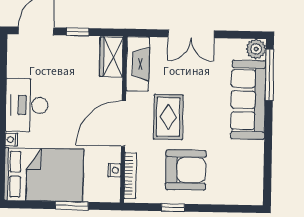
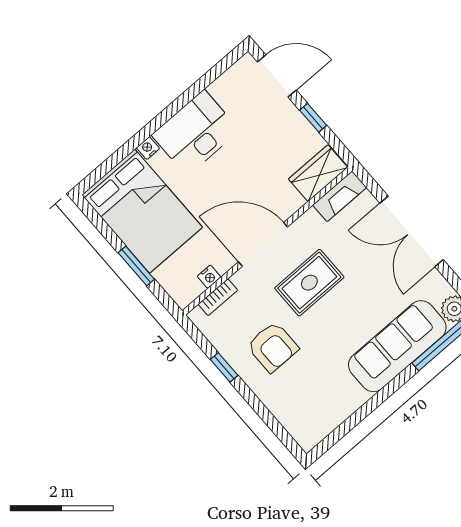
double door: (191, 34) -> (412, 231), width x1.37
fireplace: (138, 64) -> (340, 196), width x0.73, depth x0.76
armchair: (186, 170) -> (273, 347), width x0.73, depth x0.73
bookcase: (130, 176) -> (218, 297), width x0.64

